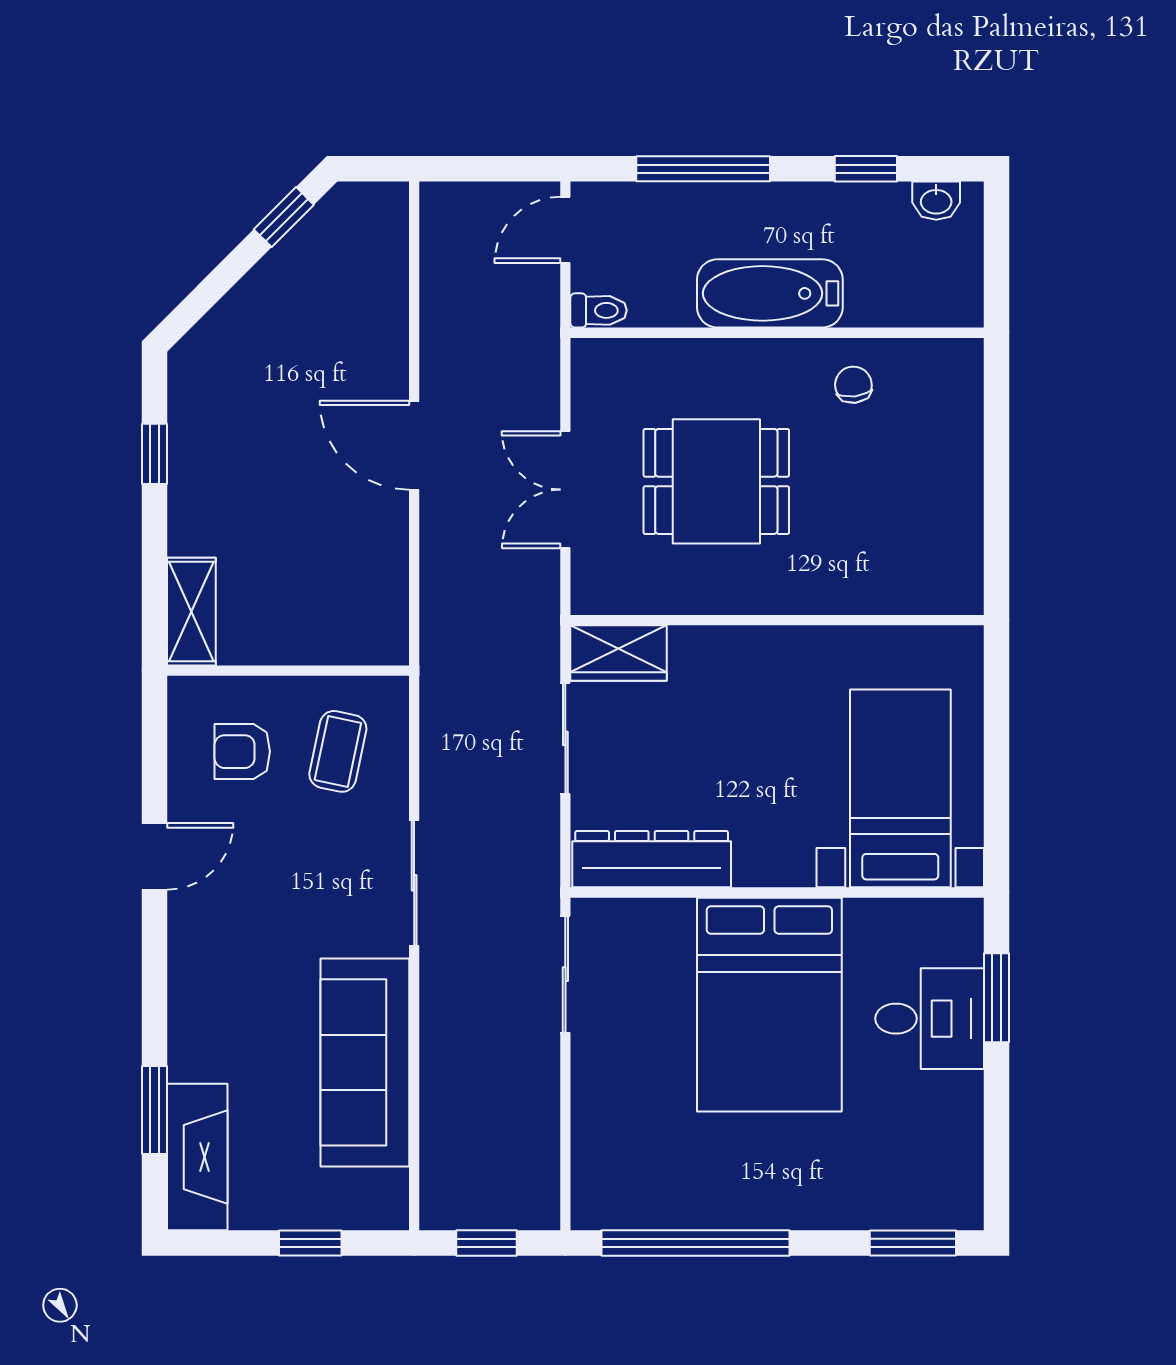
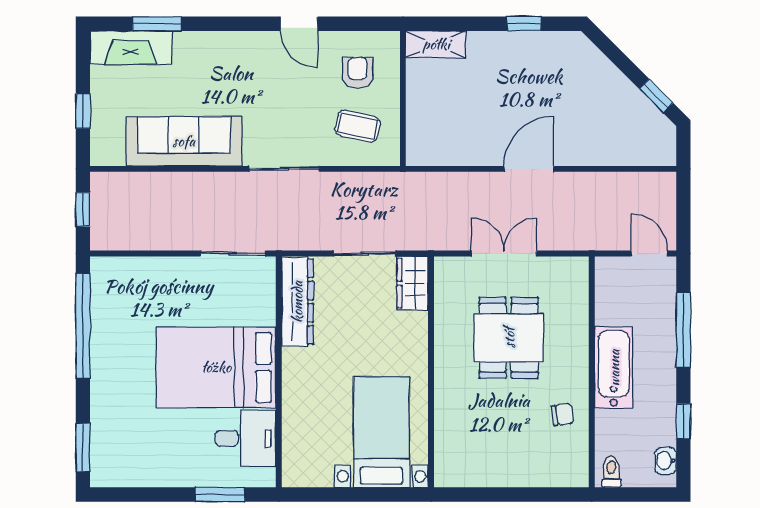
toilet: (598, 310) -> (611, 472), moved, turned 180
bed with nightstands: (900, 788) -> (381, 432), moved, turned -90
desk: (930, 1019) -> (246, 438), moved, turned -90

